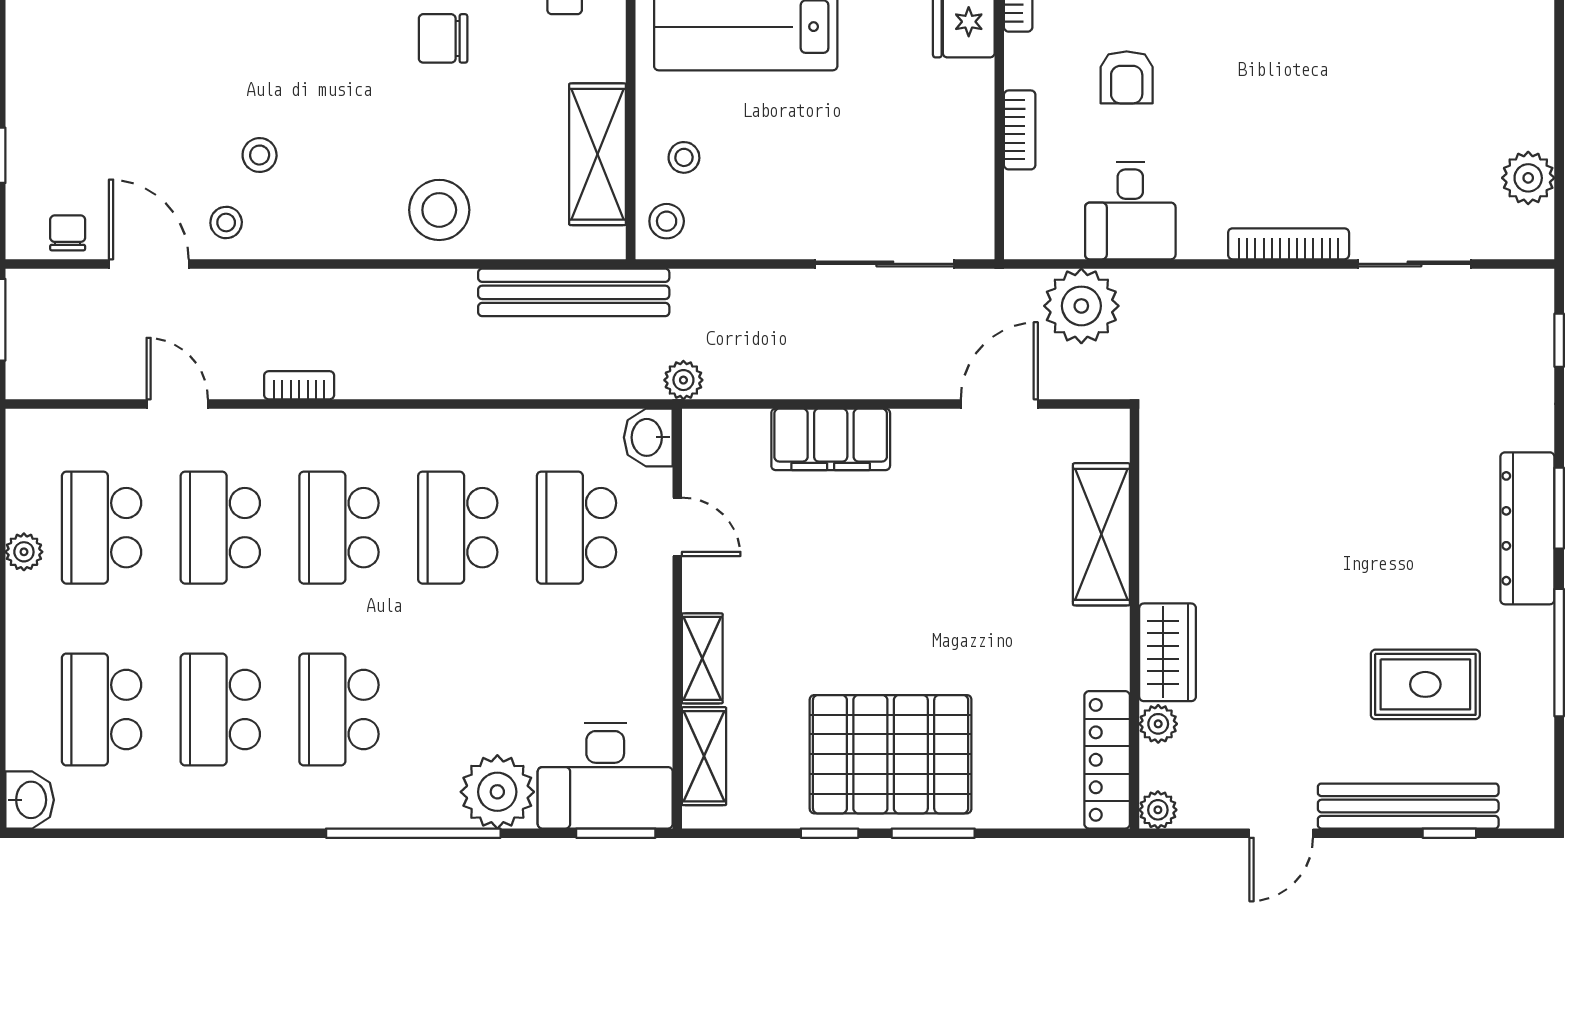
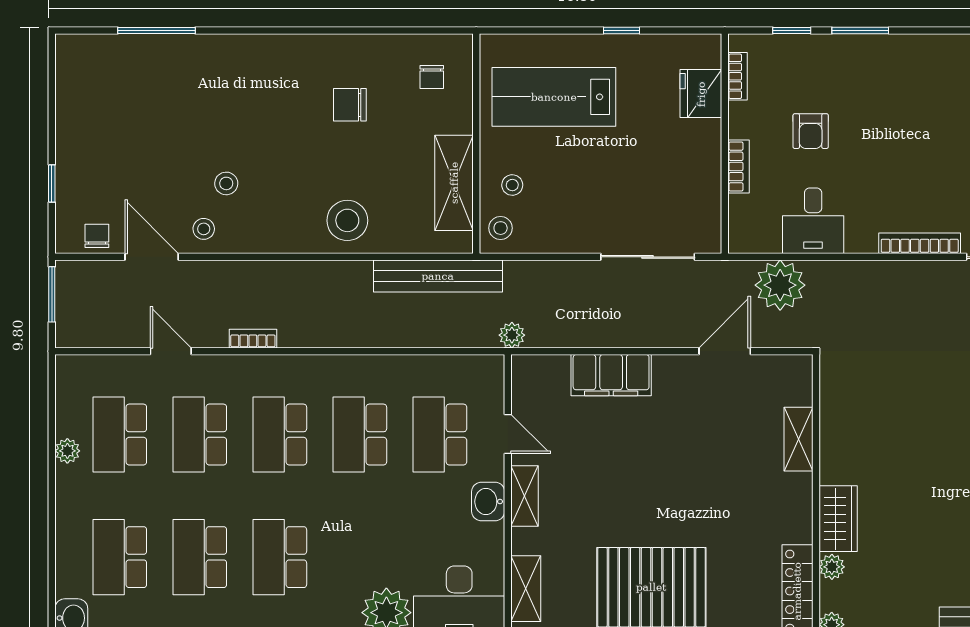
washbasin: (648, 437) -> (488, 502), moved
shelving: (1101, 534) -> (798, 439), width x0.67, depth x0.75
shelving: (702, 658) -> (525, 496), moved

